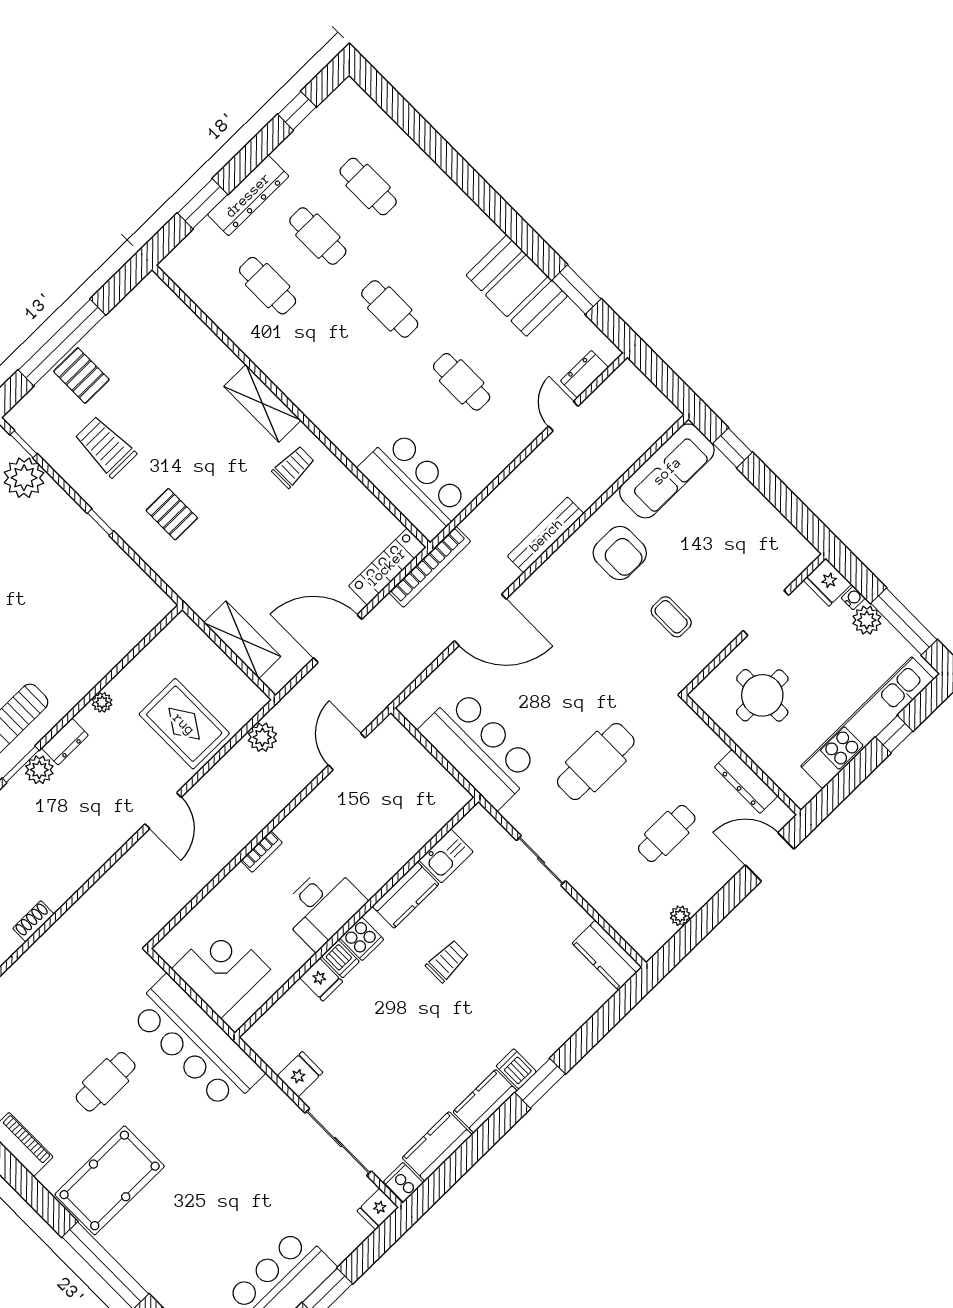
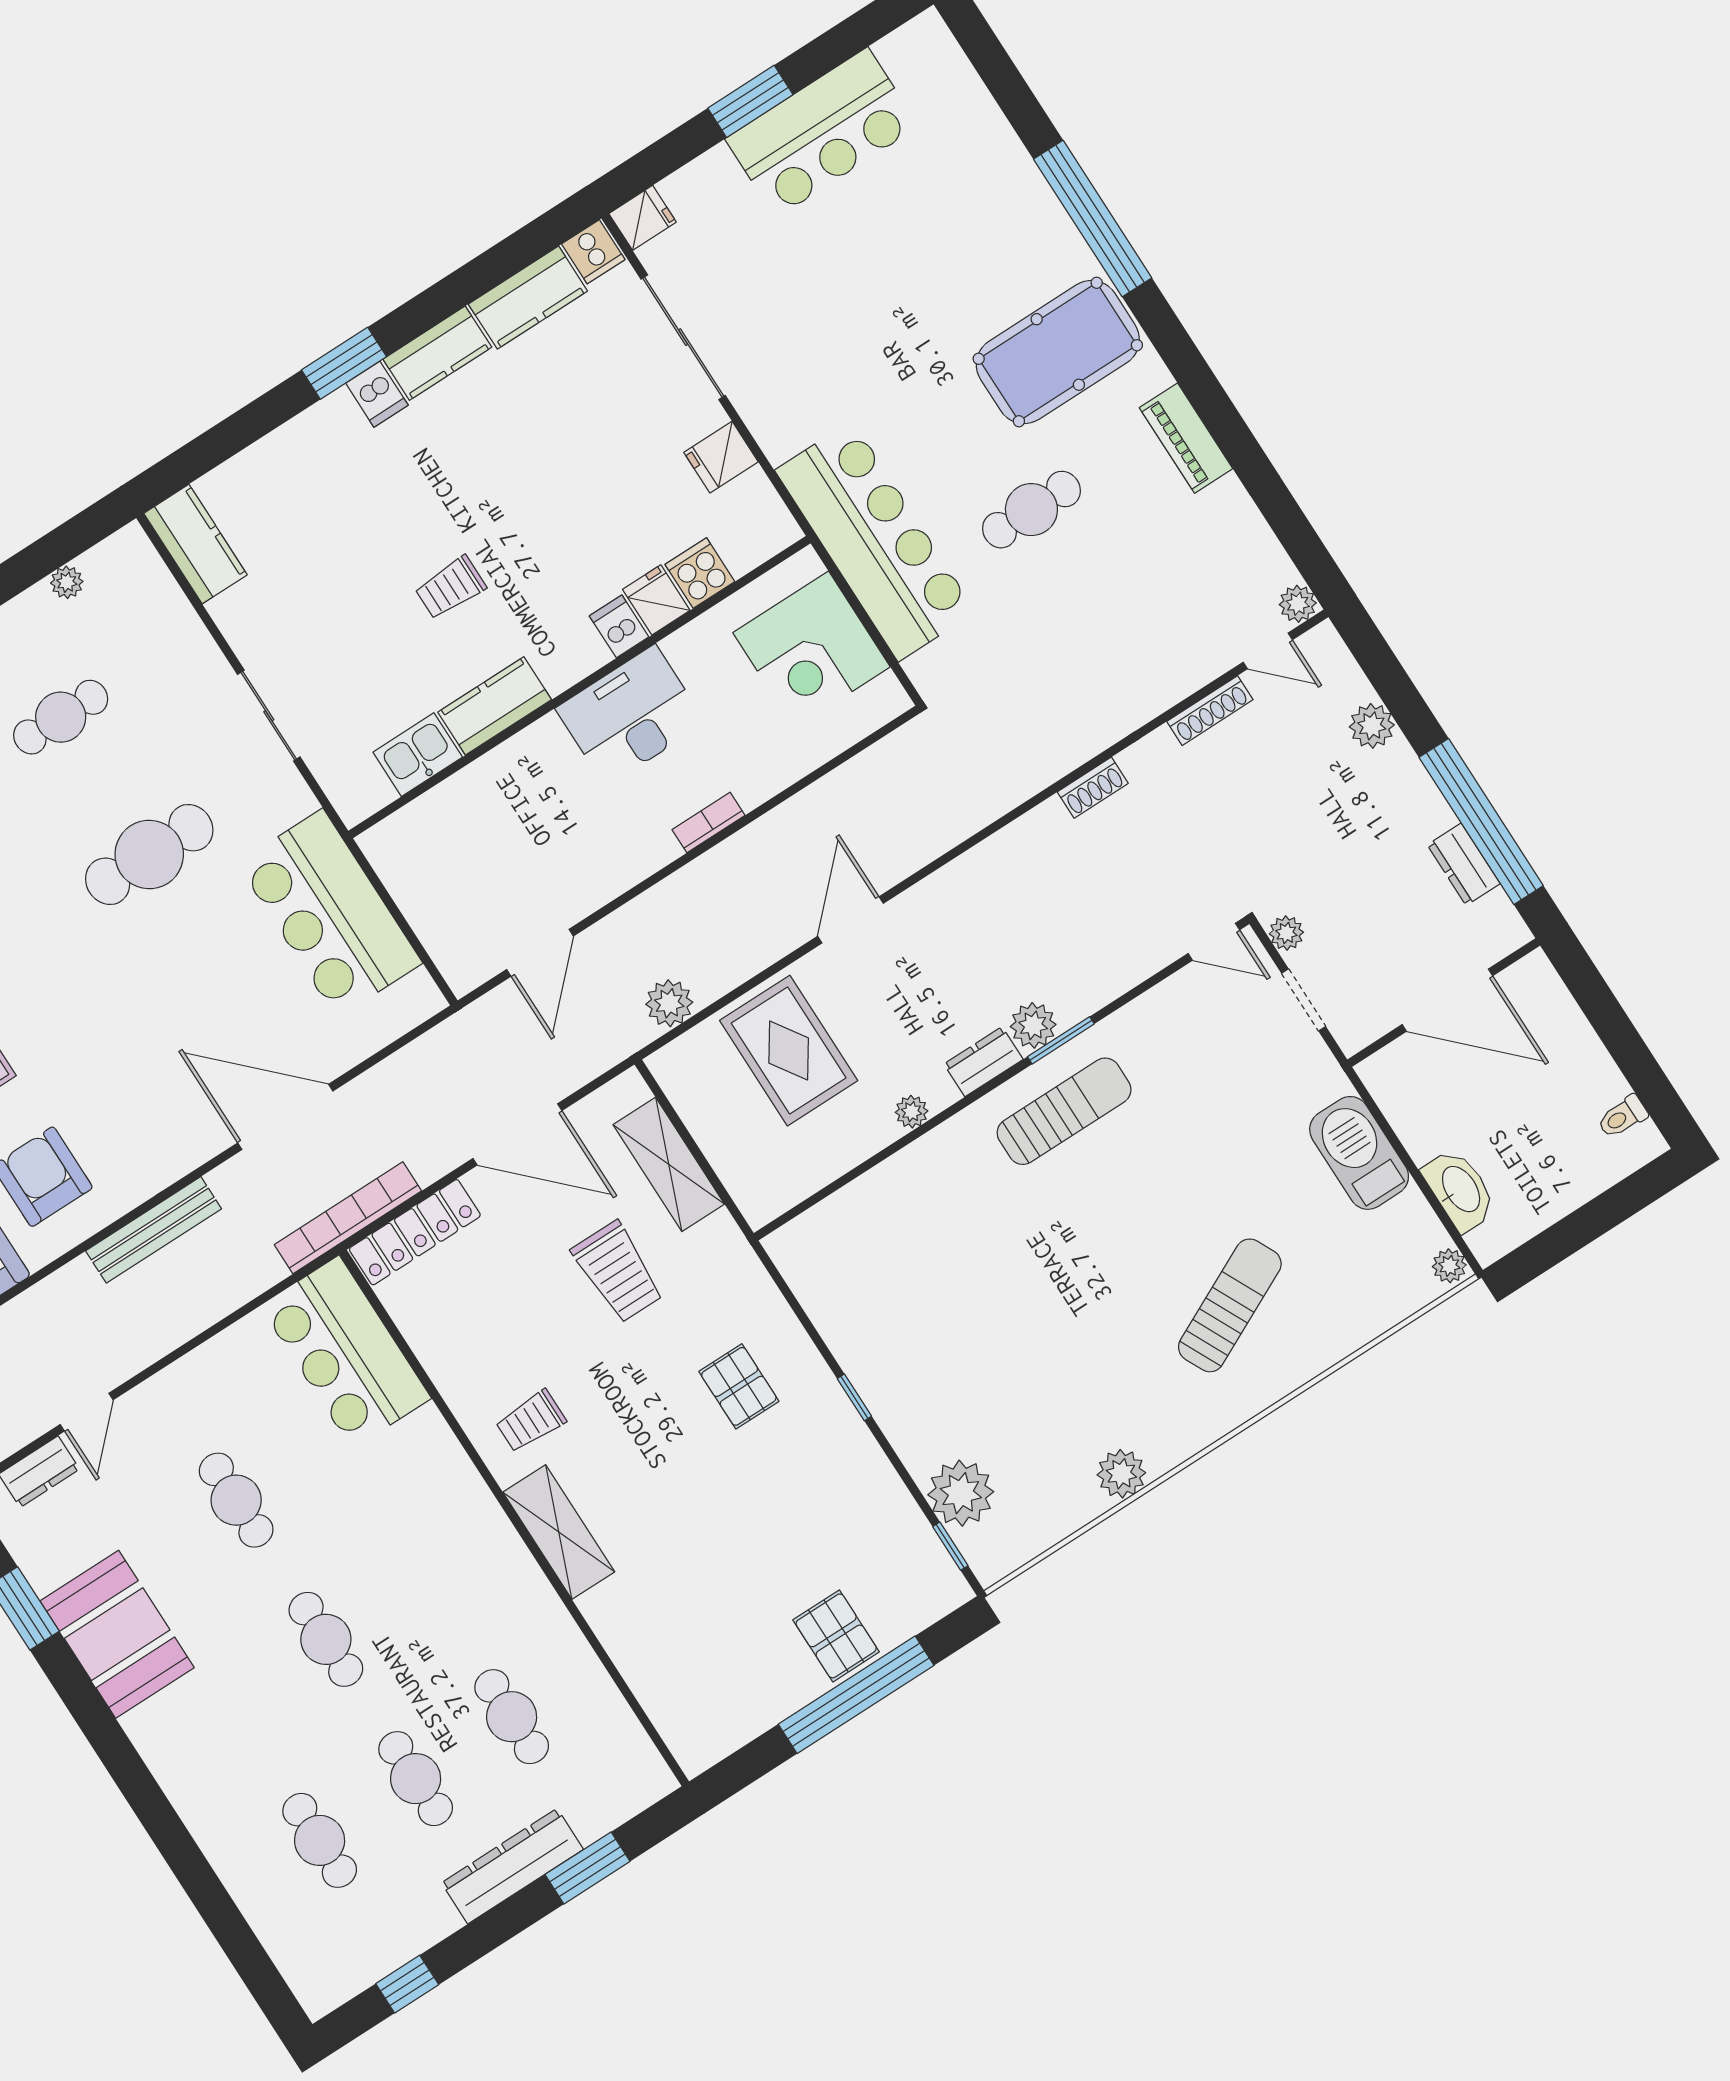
trolley: (105, 447) -> (618, 1272), moved
cooker: (362, 939) -> (700, 573), moved

